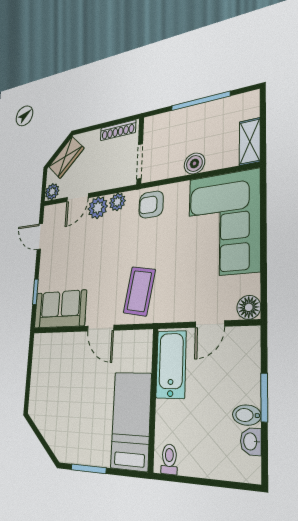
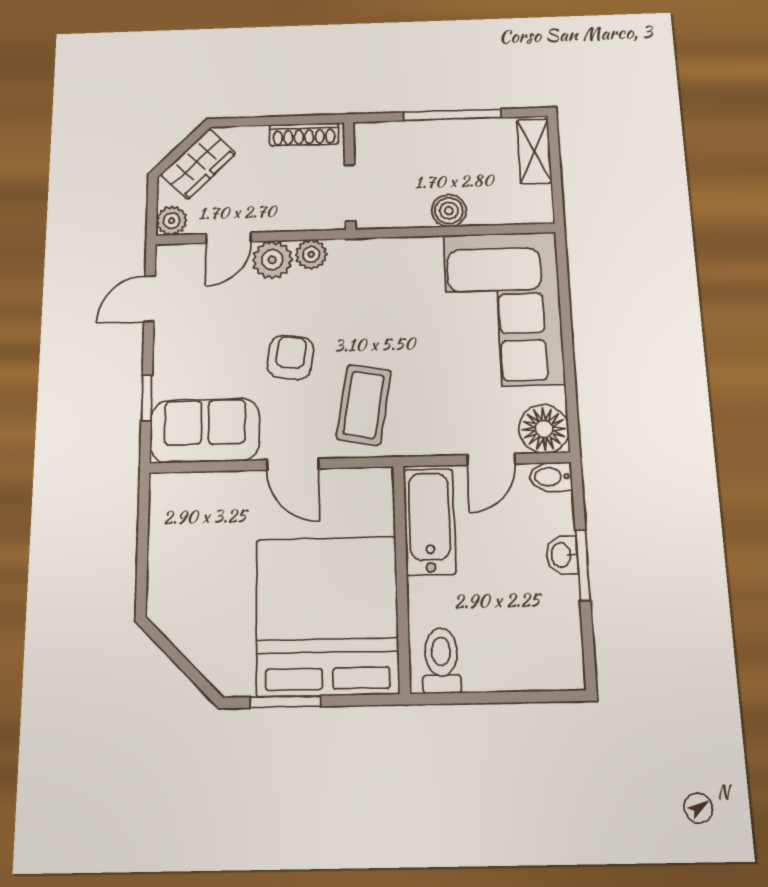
shelving: (250, 142) -> (534, 151), moved
armchair: (151, 205) -> (290, 357), moved, turned 98
door: (40, 237) -> (149, 299), hinge flipped
floor lamp: (249, 307) -> (544, 429), width x1.38, depth x1.38
bidet: (247, 415) -> (551, 477), moved
bed: (131, 421) -> (327, 616), width x2.04
washbasin: (251, 441) -> (562, 555), moved
toilet: (169, 459) -> (441, 661), width x1.37, depth x1.39

